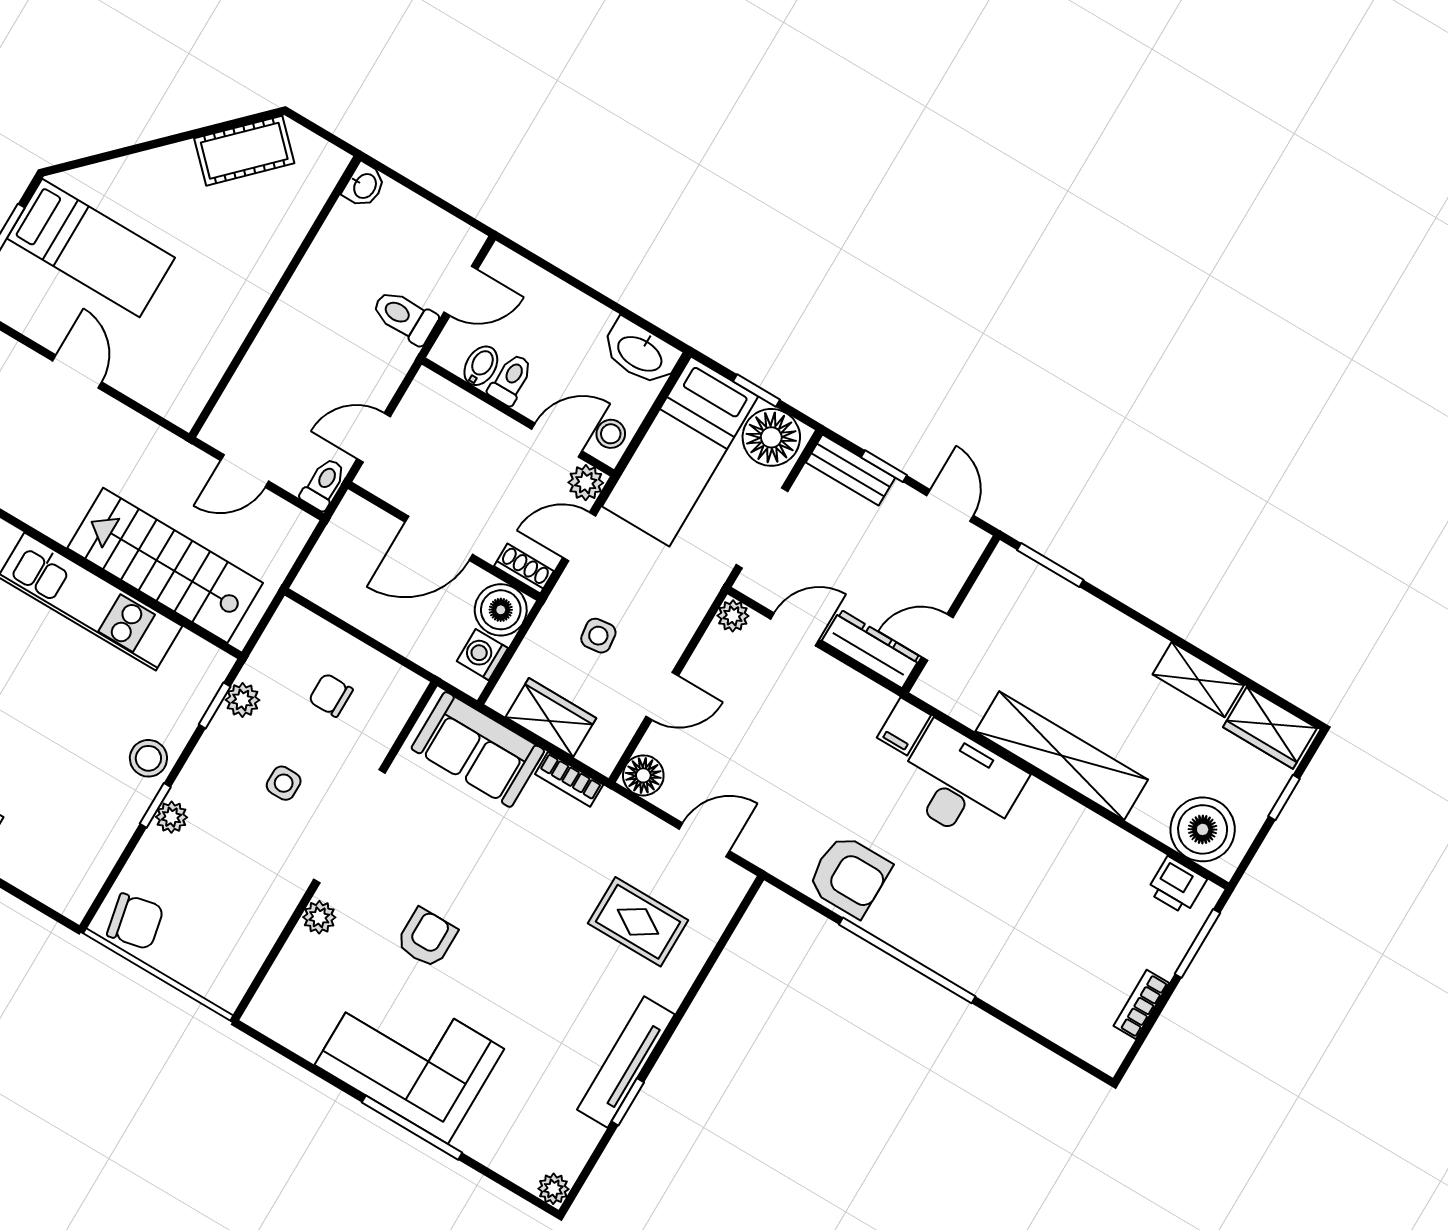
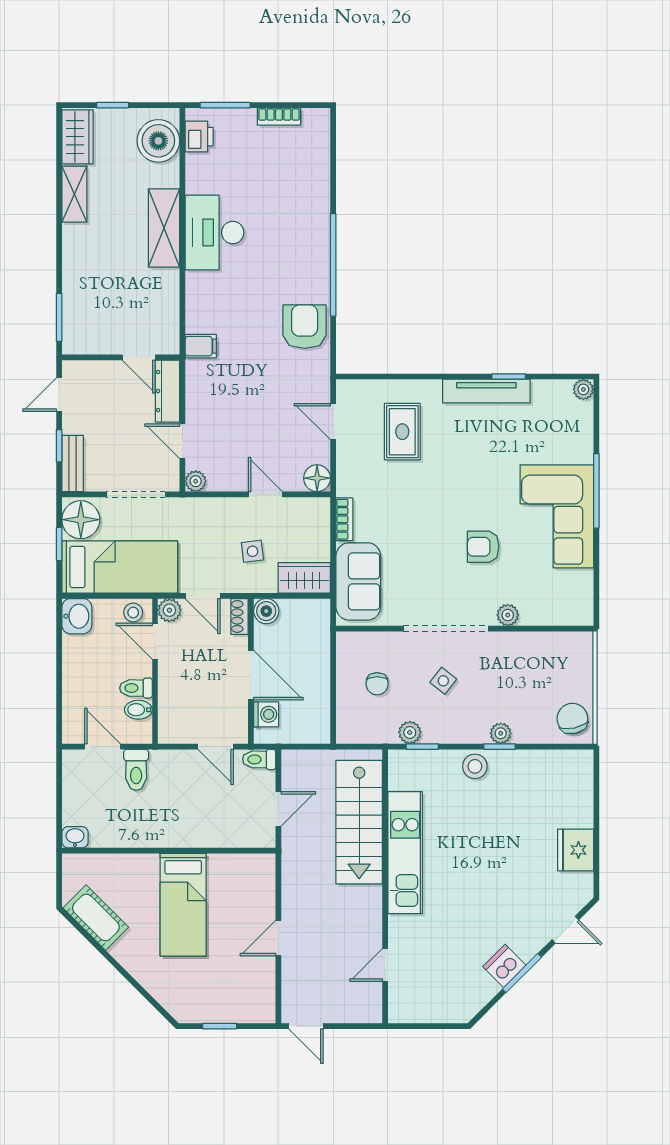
bed: (91, 248) -> (183, 905), moved, turned 180
washbasin: (640, 353) -> (77, 616), width x0.72
door: (245, 471) -> (278, 809), hinge flipped
boiler: (501, 610) -> (266, 611), width x0.73, depth x0.73
washing machine: (482, 655) -> (266, 714), moved, turned -90
wardrobe: (551, 718) -> (304, 578), moved, turned 90
shelving: (1062, 756) -> (164, 228), width x0.68
side table: (284, 783) -> (443, 681), turned 38
desk: (960, 784) -> (215, 233), moved

